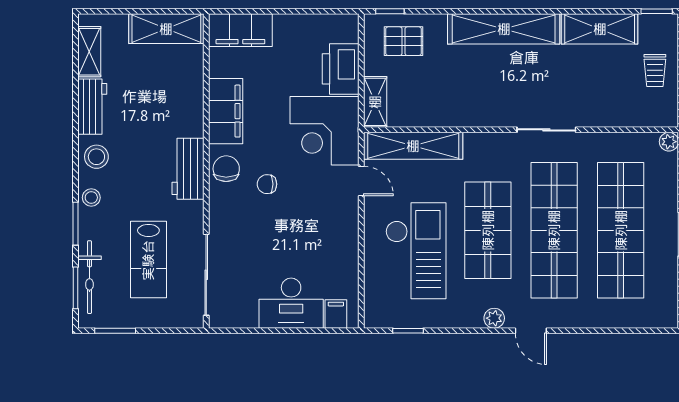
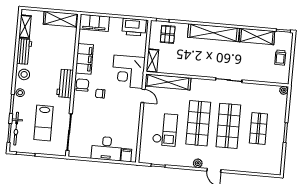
pallet: (404, 41) -> (168, 34), turned 90
printer: (341, 69) -> (134, 27), moved, turned -90
shop shelf: (554, 230) -> (228, 126), width x0.71
shop shelf: (621, 230) -> (258, 128), width x0.50, depth x0.74
checkout: (416, 251) -> (165, 130), width x0.73, depth x0.83

